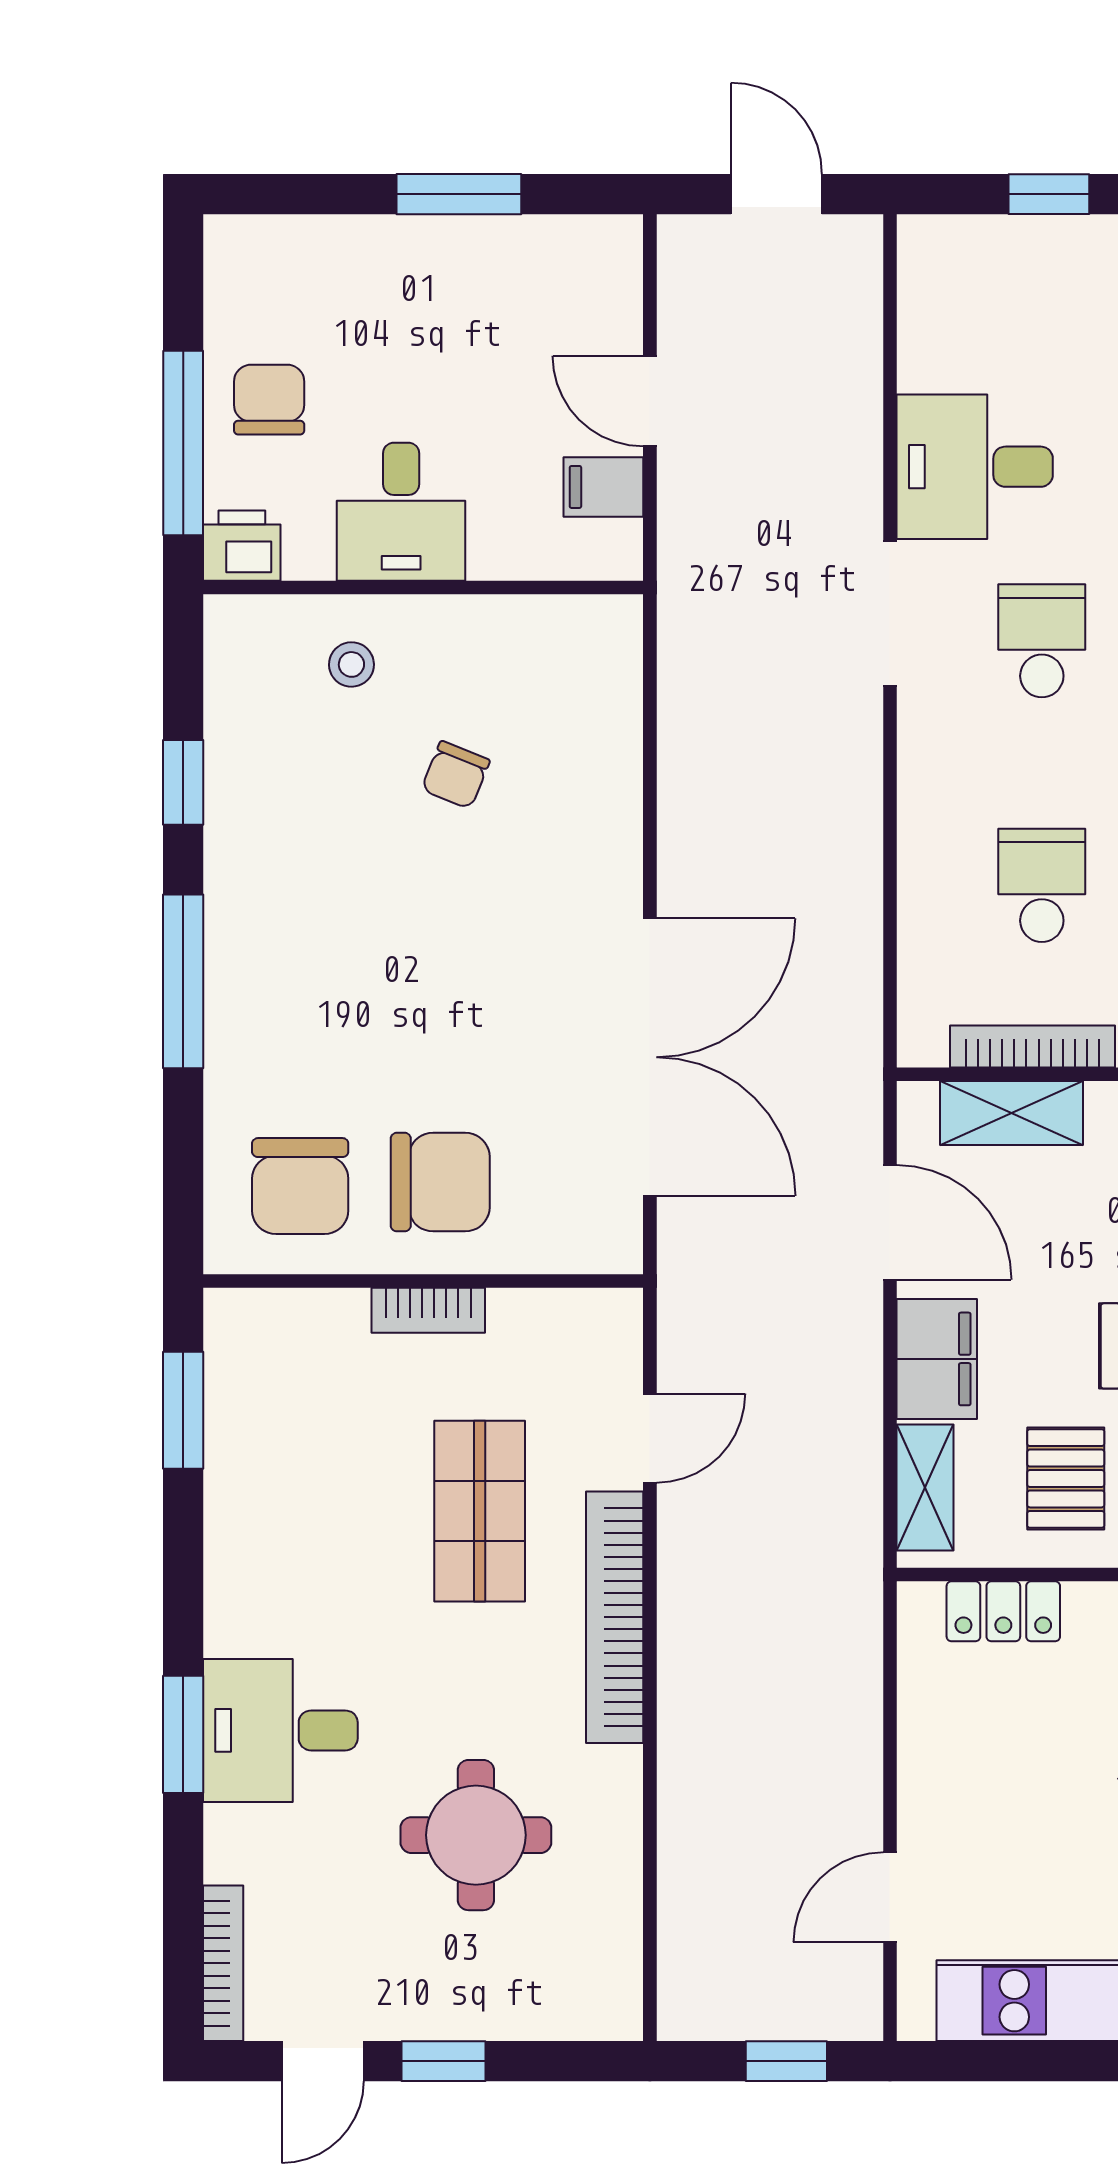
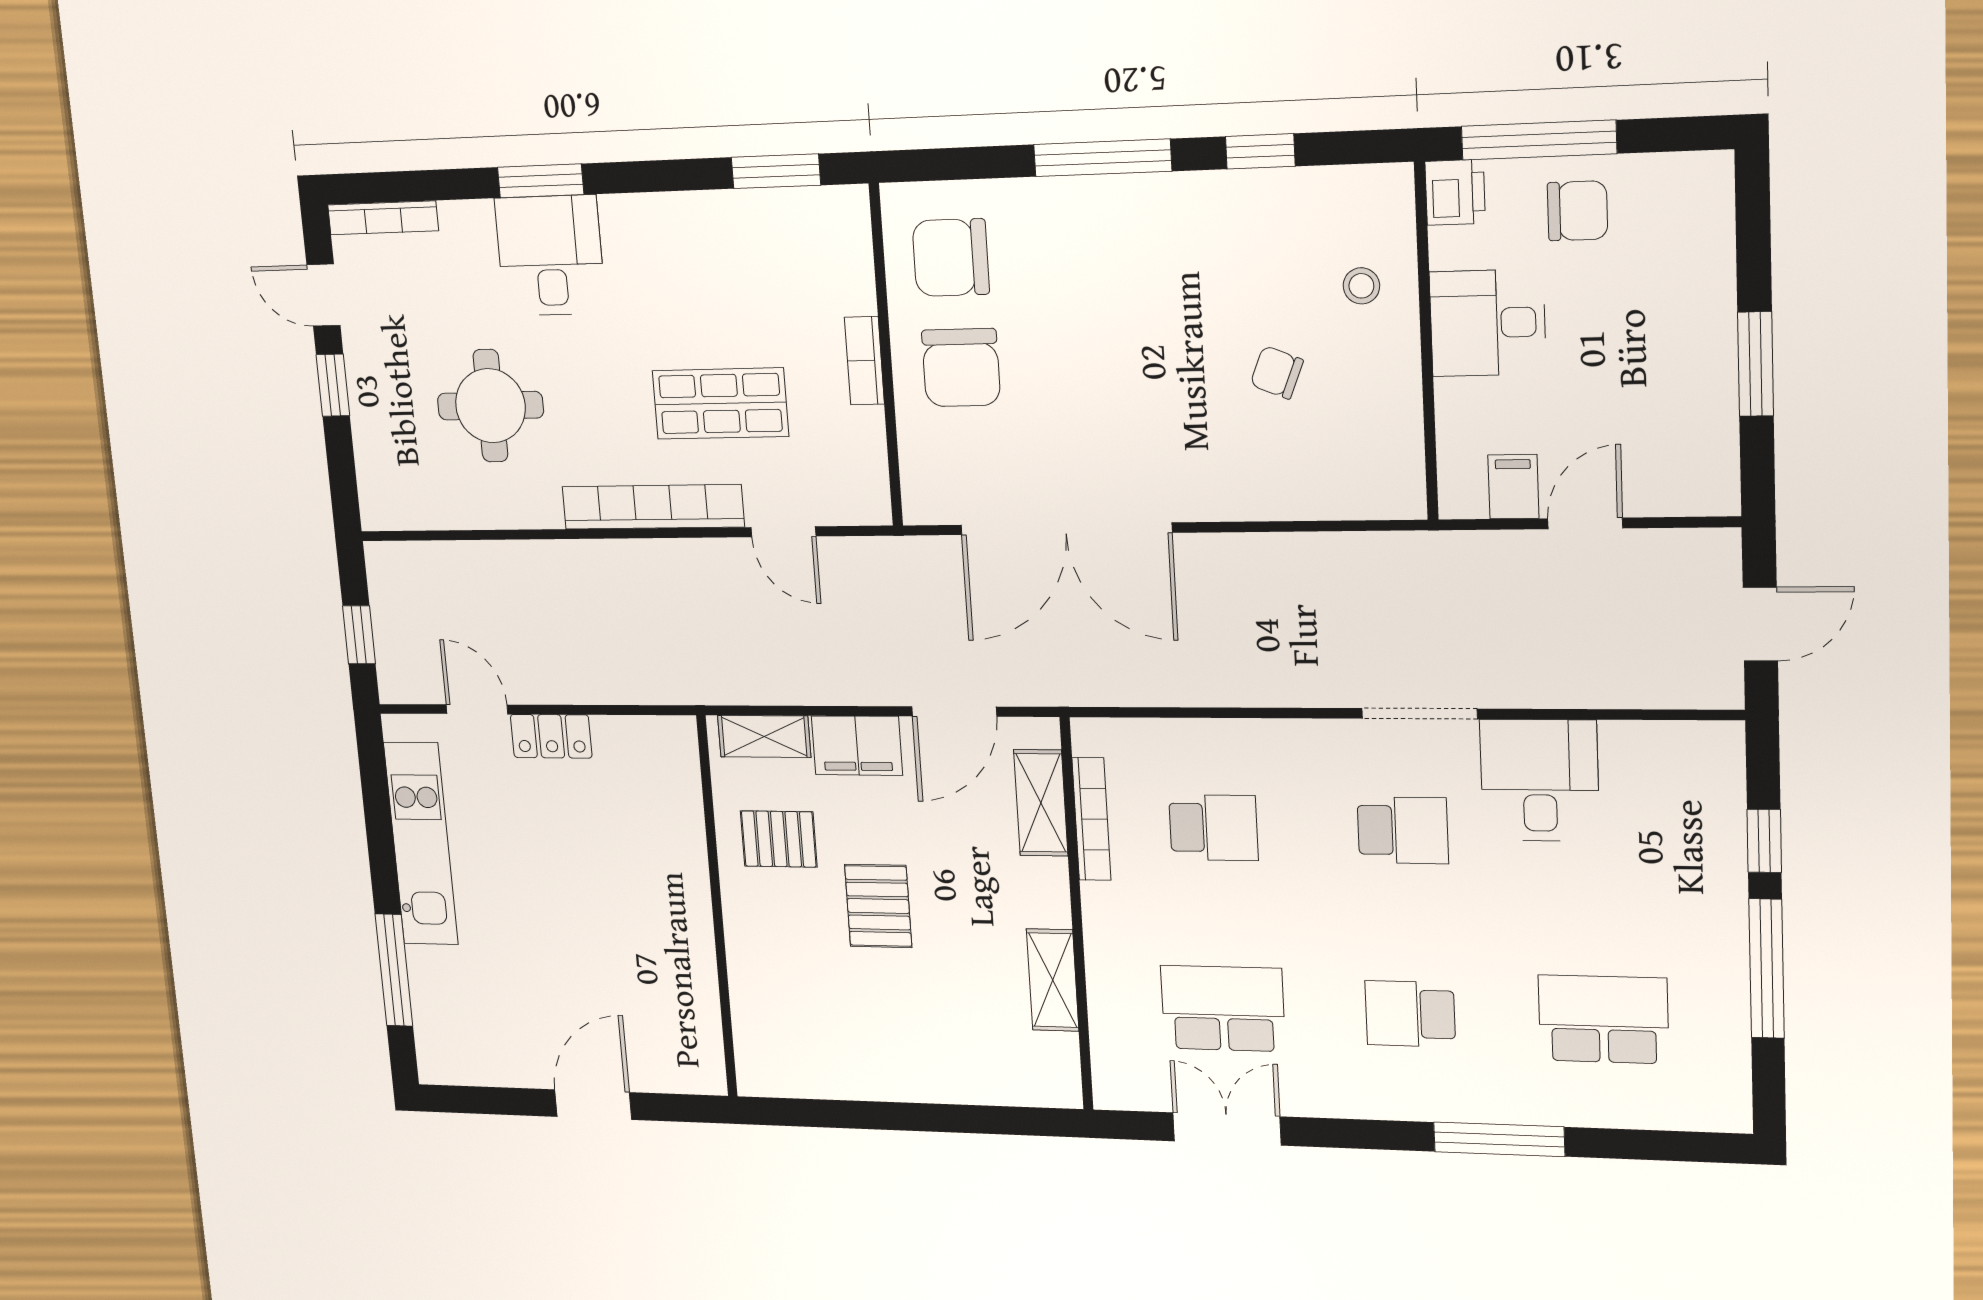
locker: (1003, 1611) -> (551, 736), moved, turned -90

